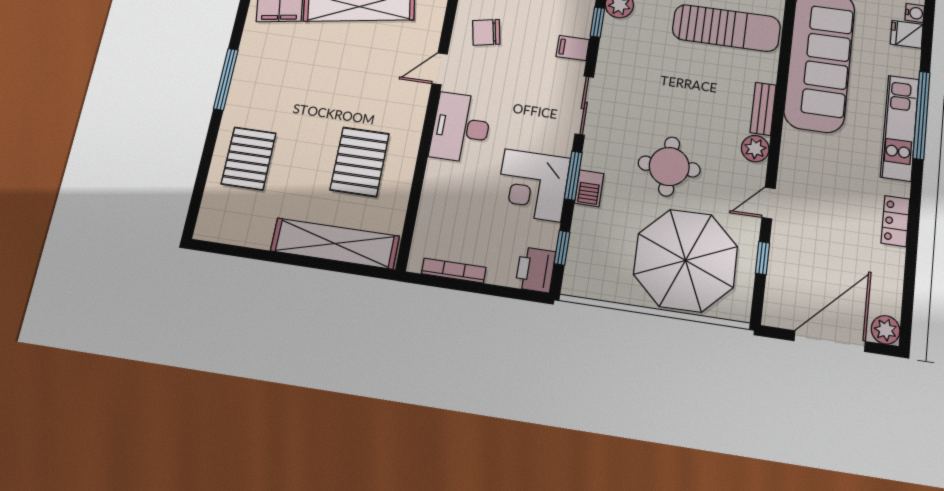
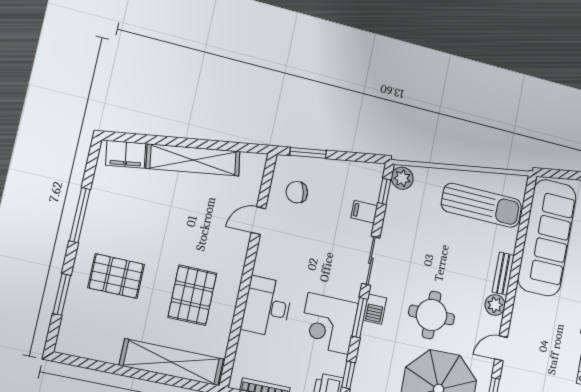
desk: (461, 128) -> (267, 307), moved
pallet: (249, 159) -> (116, 276), moved, turned 90
window: (203, 171) -> (62, 294), added
barbecue: (589, 188) -> (375, 309), moved

